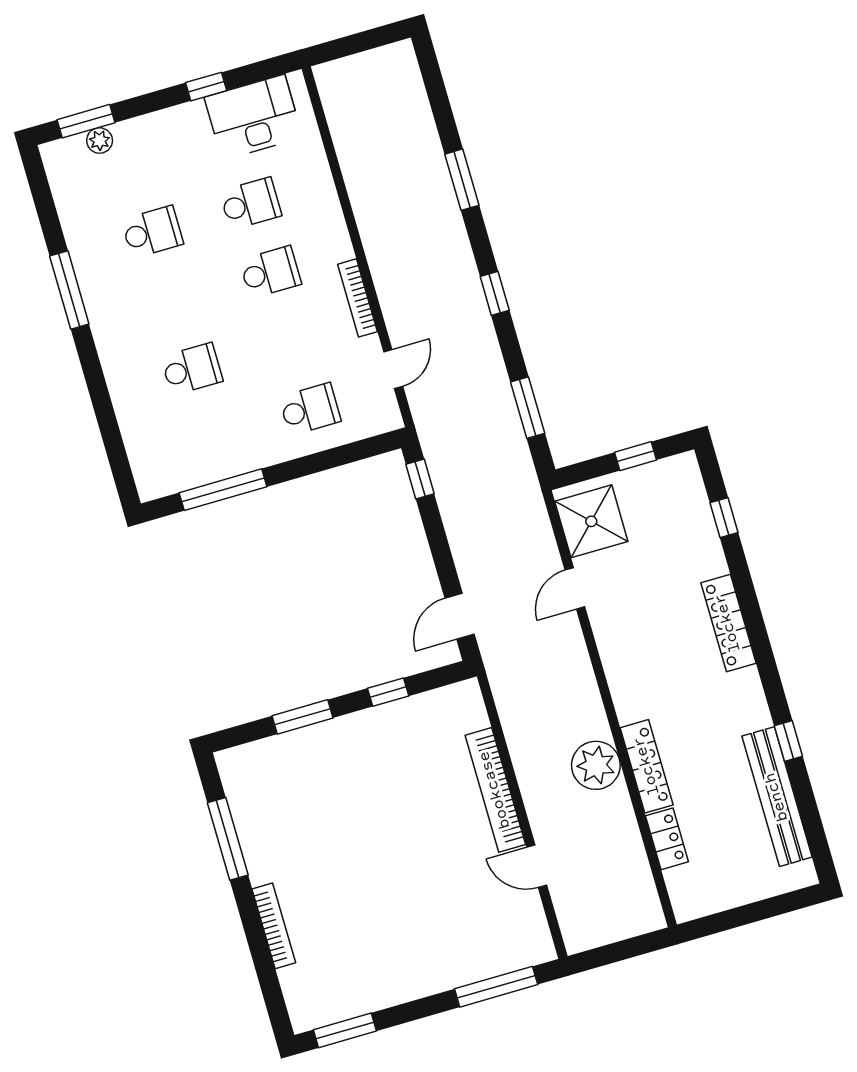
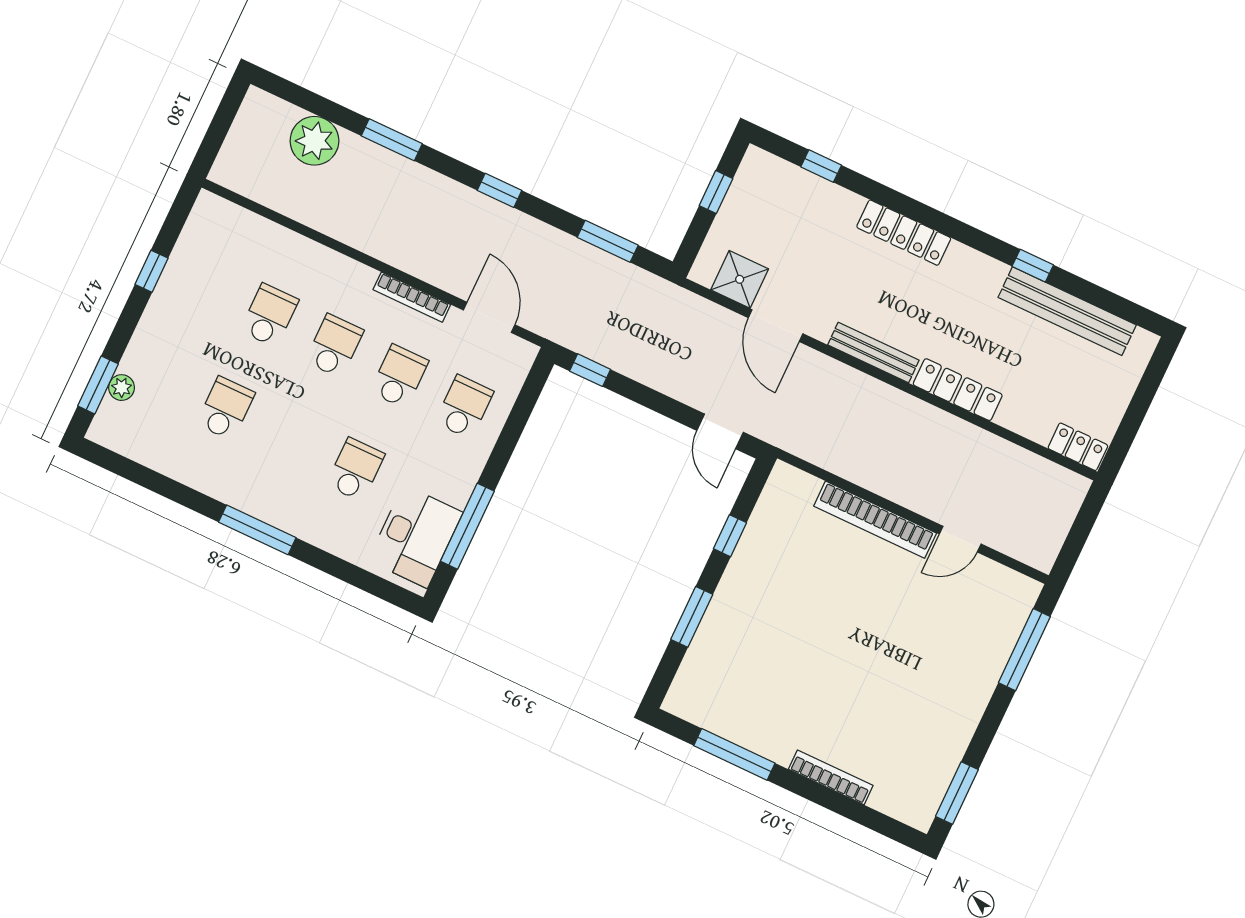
desk: (253, 117) -> (415, 536), moved, turned 180
window: (69, 290) -> (257, 530), moved
school desk: (290, 341) -> (399, 376), added
door: (393, 369) -> (489, 317), width x1.38
shower: (591, 521) -> (740, 279), width x0.73, depth x0.73
door: (575, 588) -> (776, 326), width x1.38
bench: (619, 679) -> (873, 353), added
plant: (596, 765) -> (314, 141), moved
locker: (667, 839) -> (1078, 447), moved

